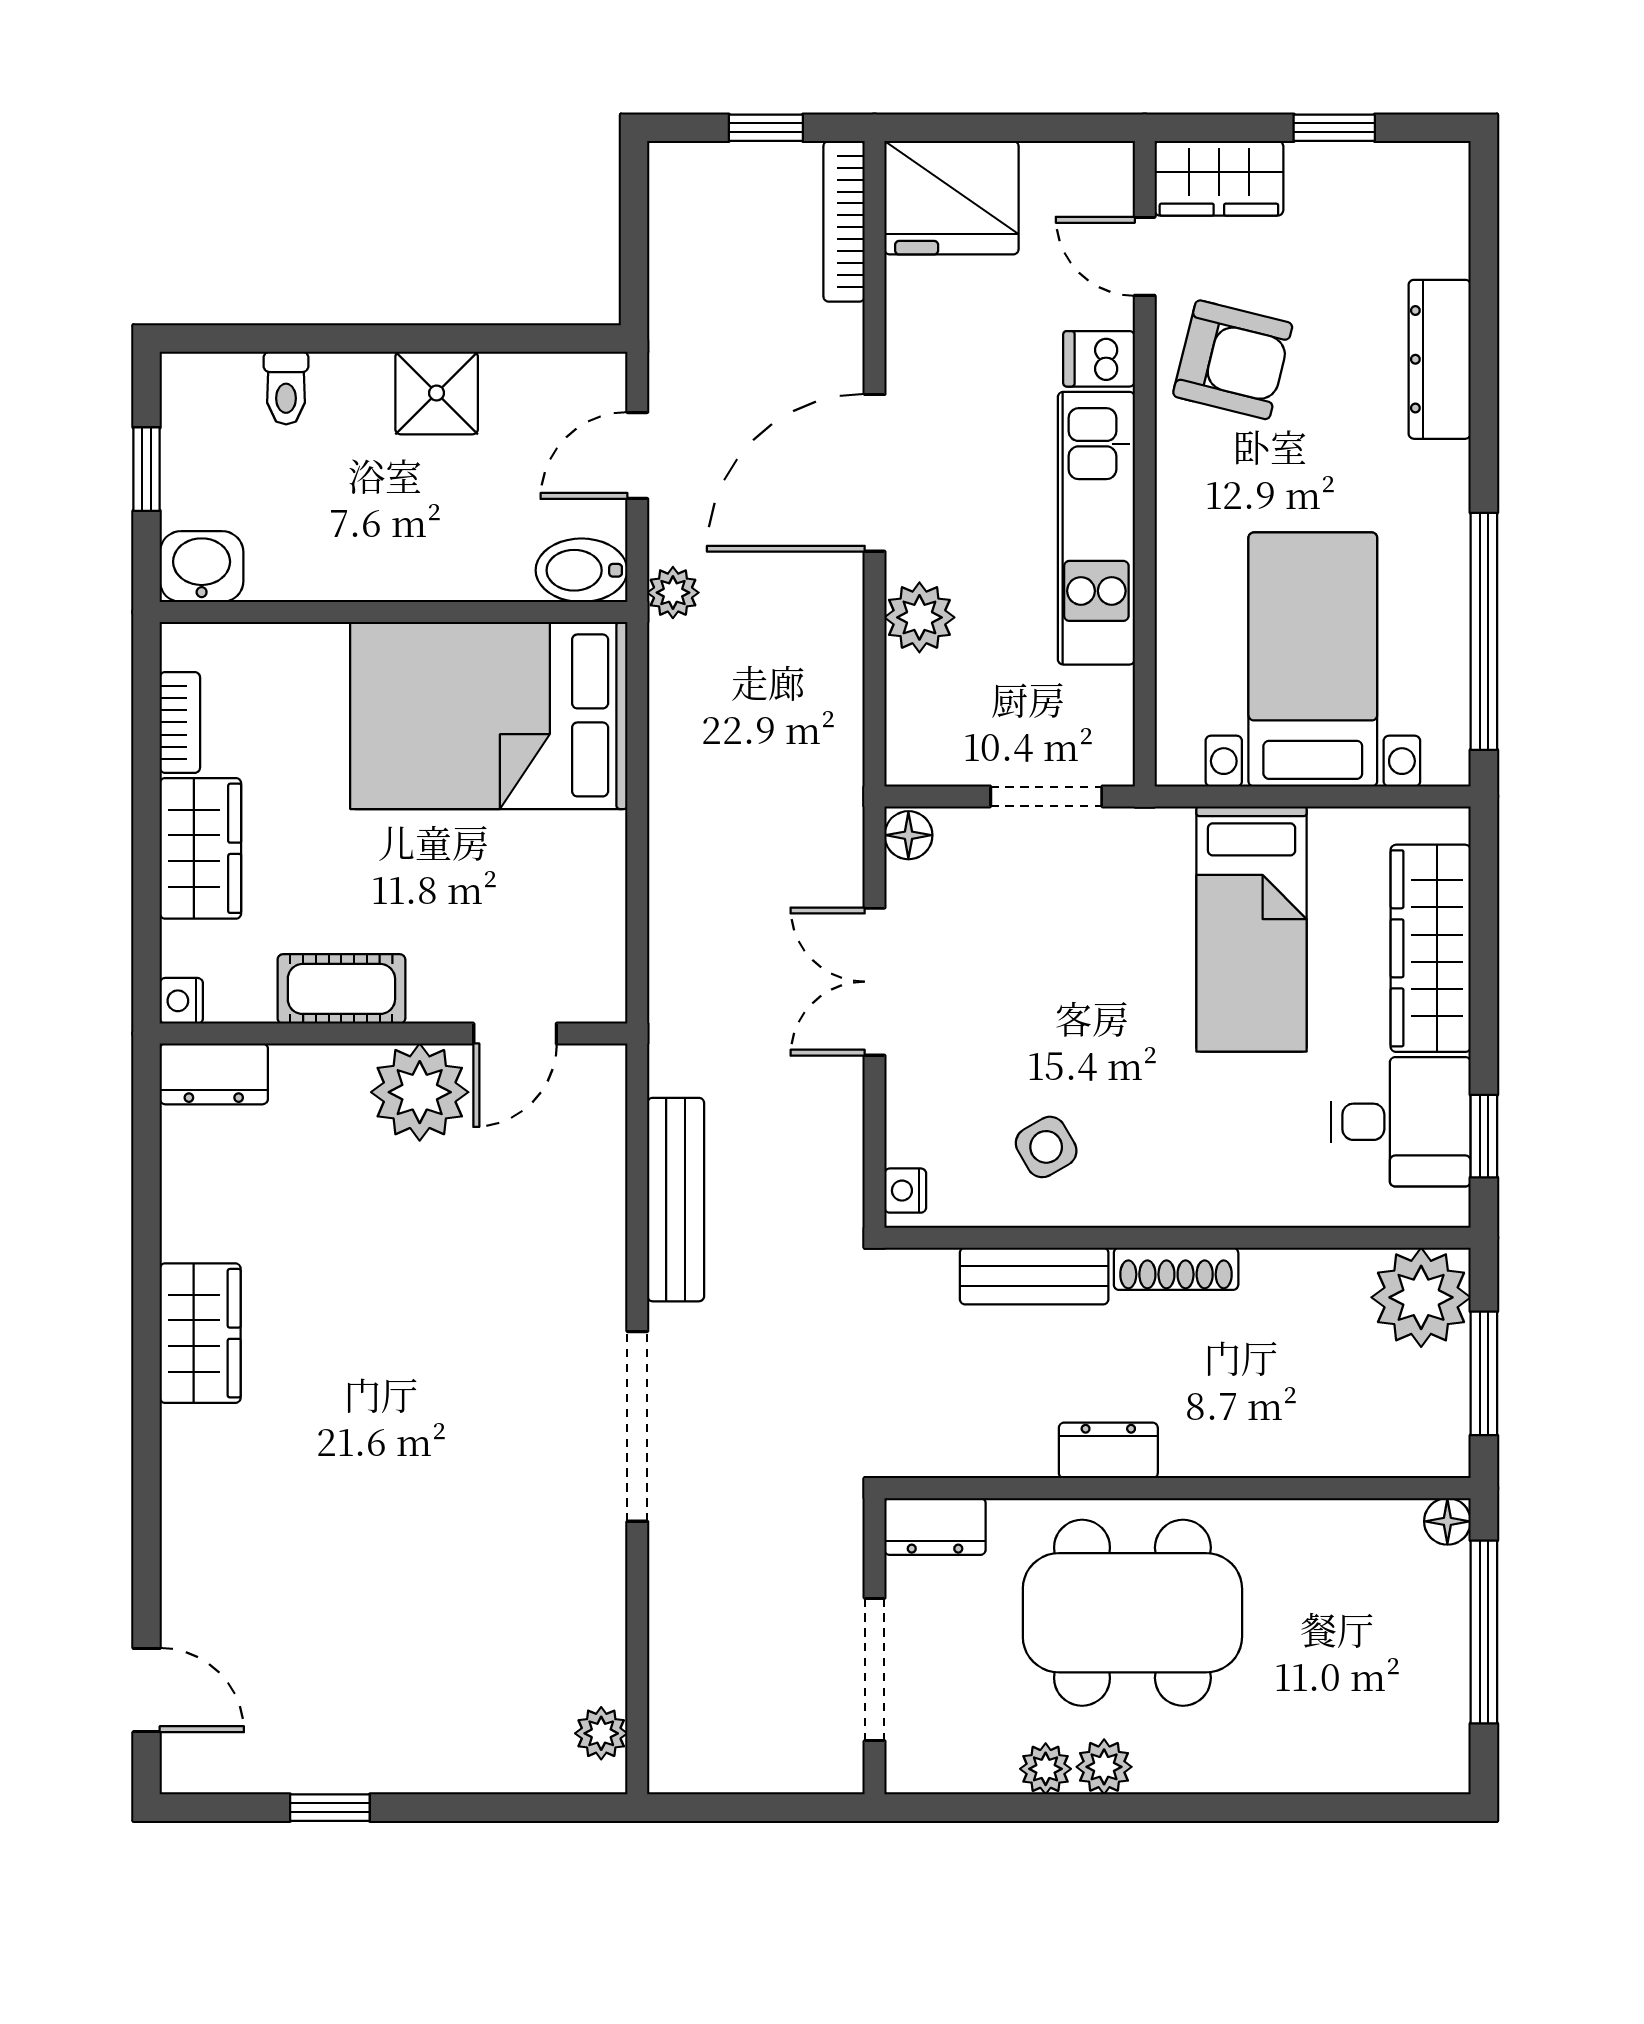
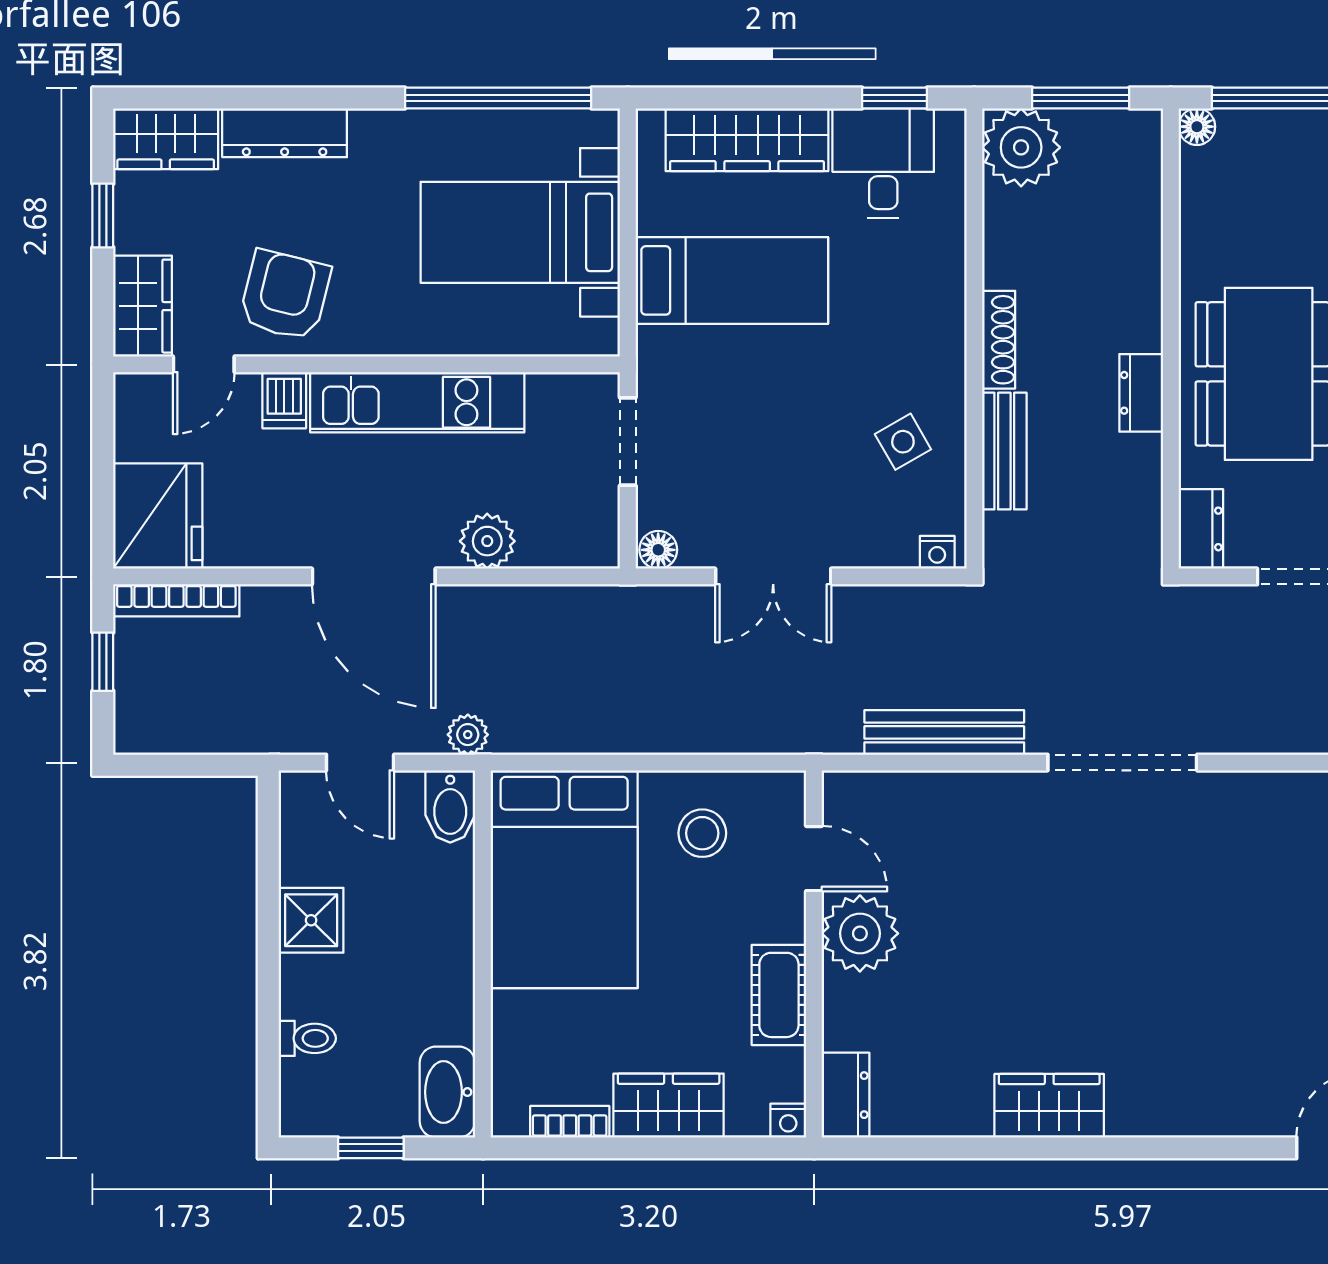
wardrobe: (1432, 208) -> (166, 139), added
washbasin: (202, 567) -> (447, 1092), width x1.38
stool: (547, 891) -> (702, 833), added

